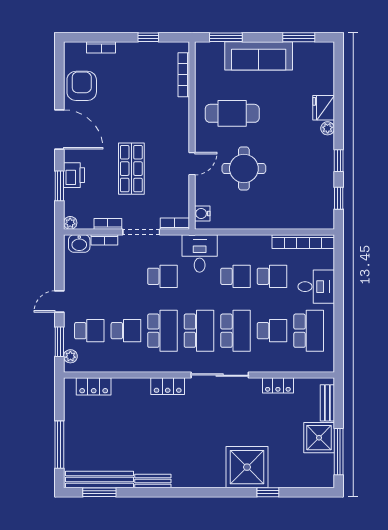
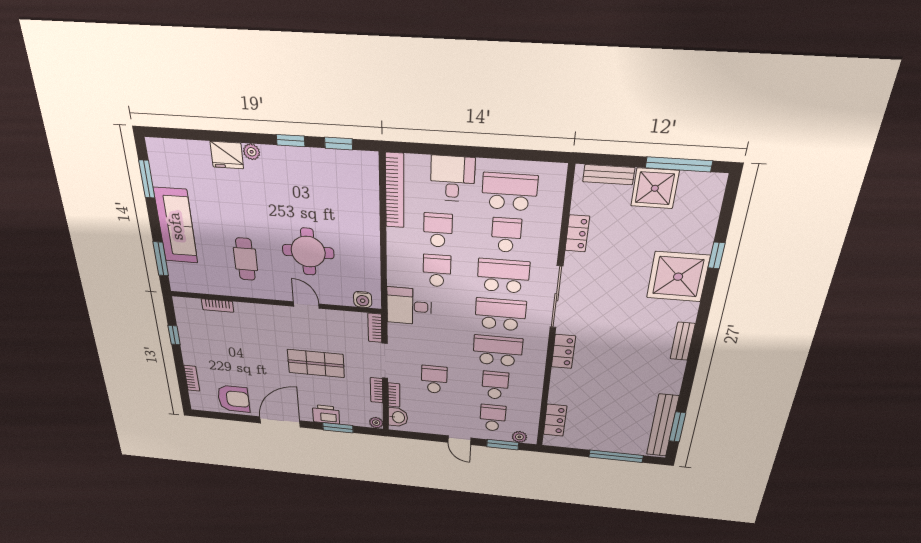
bookcase: (184, 75) -> (218, 305), width x0.64
armchair: (82, 86) -> (234, 399), turned 180
cafe table: (232, 113) -> (245, 259), width x0.73, depth x0.74
school desk: (162, 276) -> (434, 380), moved
bench: (153, 481) -> (683, 341), moved

